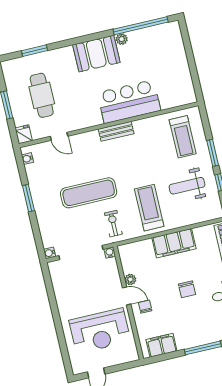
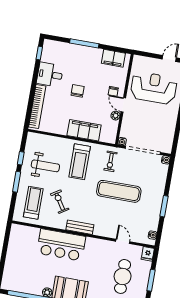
exercise bike: (152, 151) -> (60, 202), added
filing cabinet: (174, 243) -> (84, 130), moved

